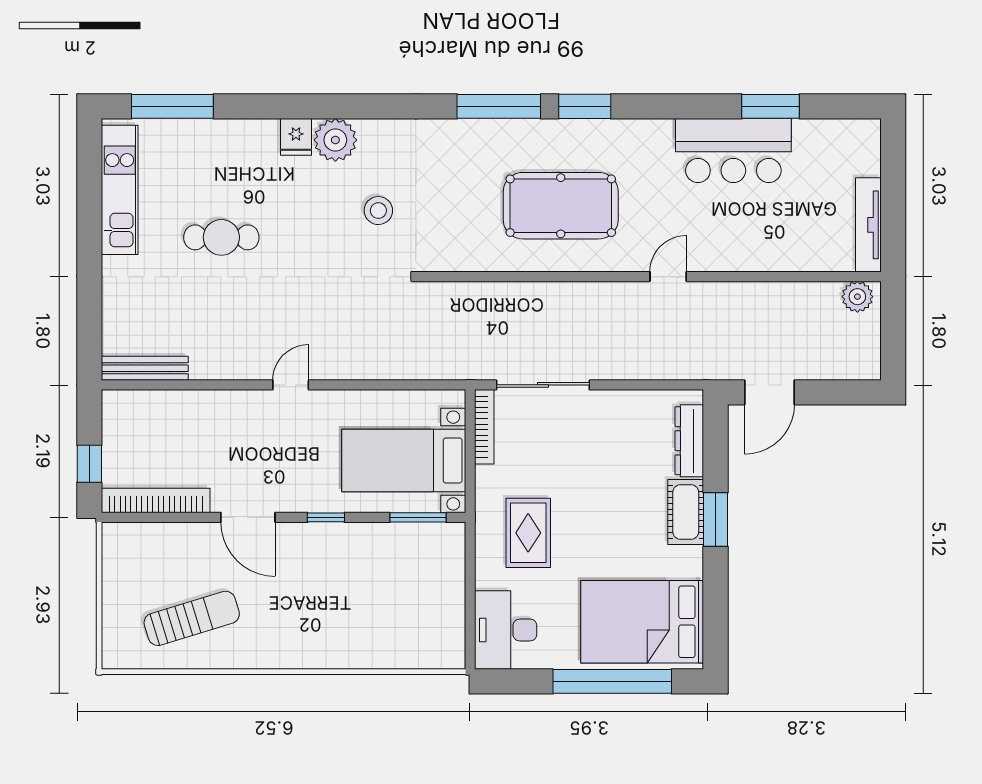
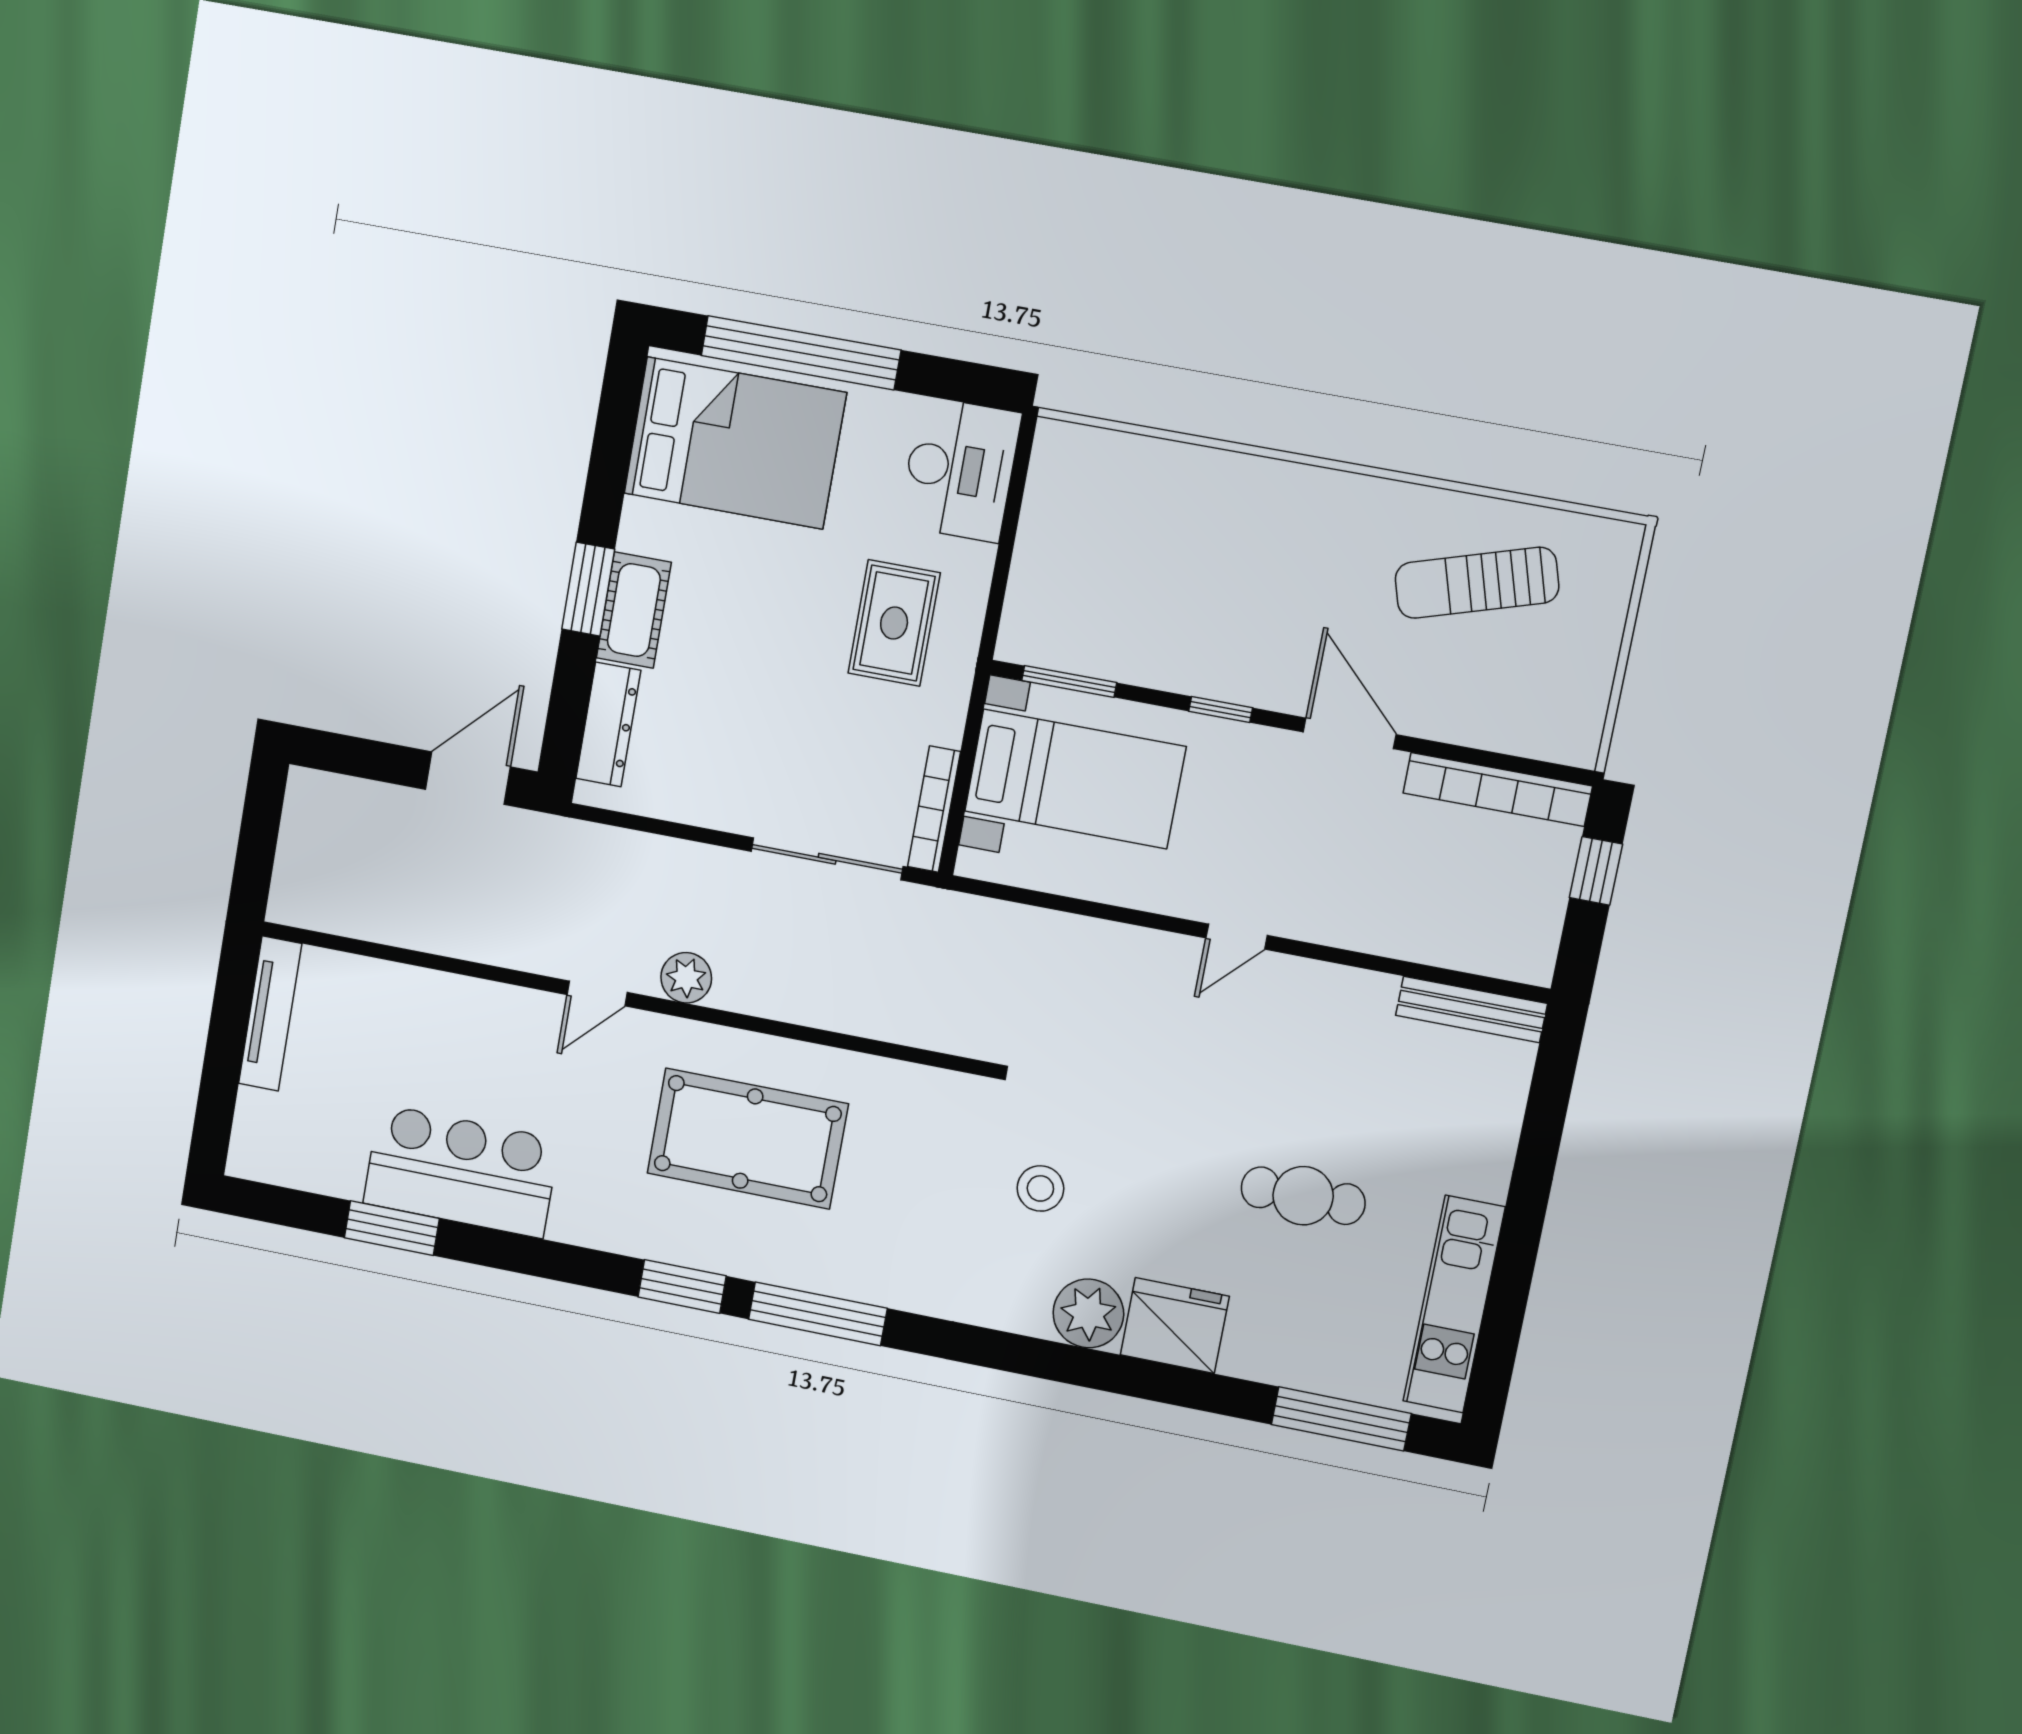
fridge: (296, 137) -> (1175, 1326), width x1.88, depth x1.34
plant: (857, 297) -> (686, 978), moved

